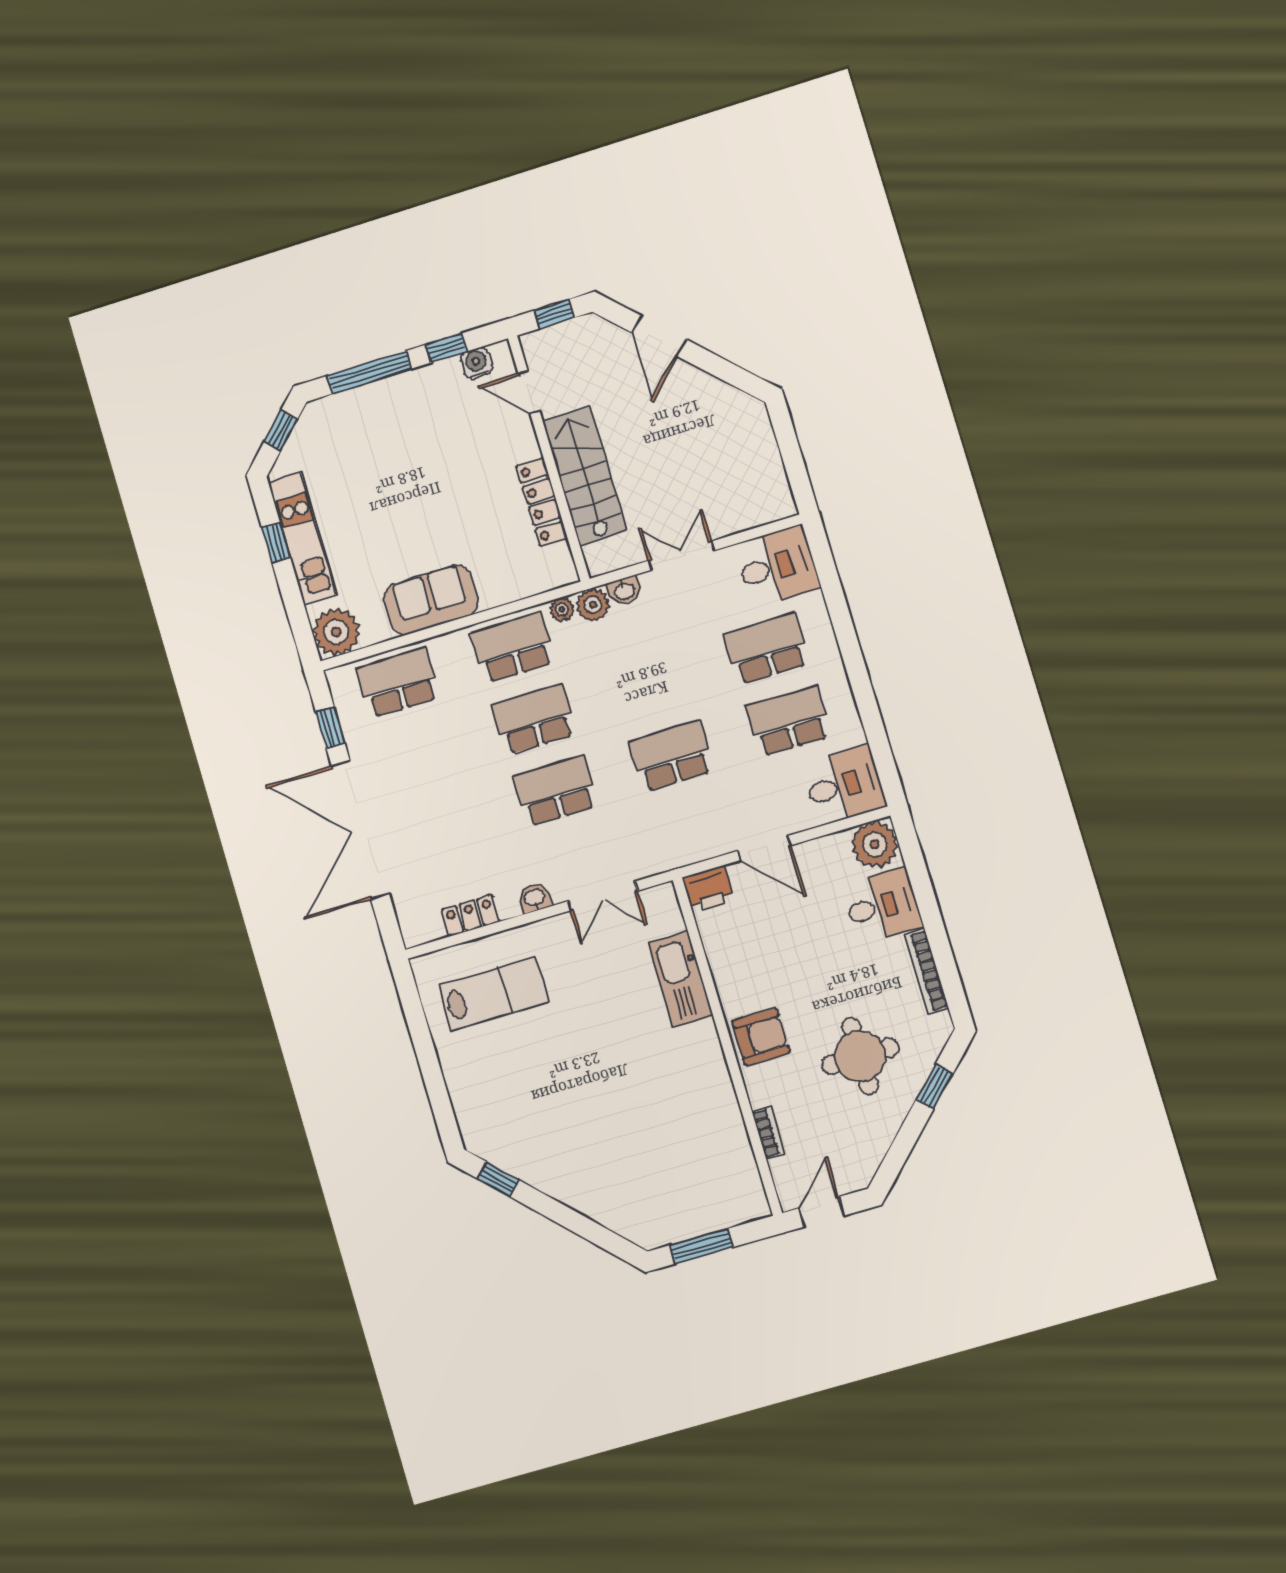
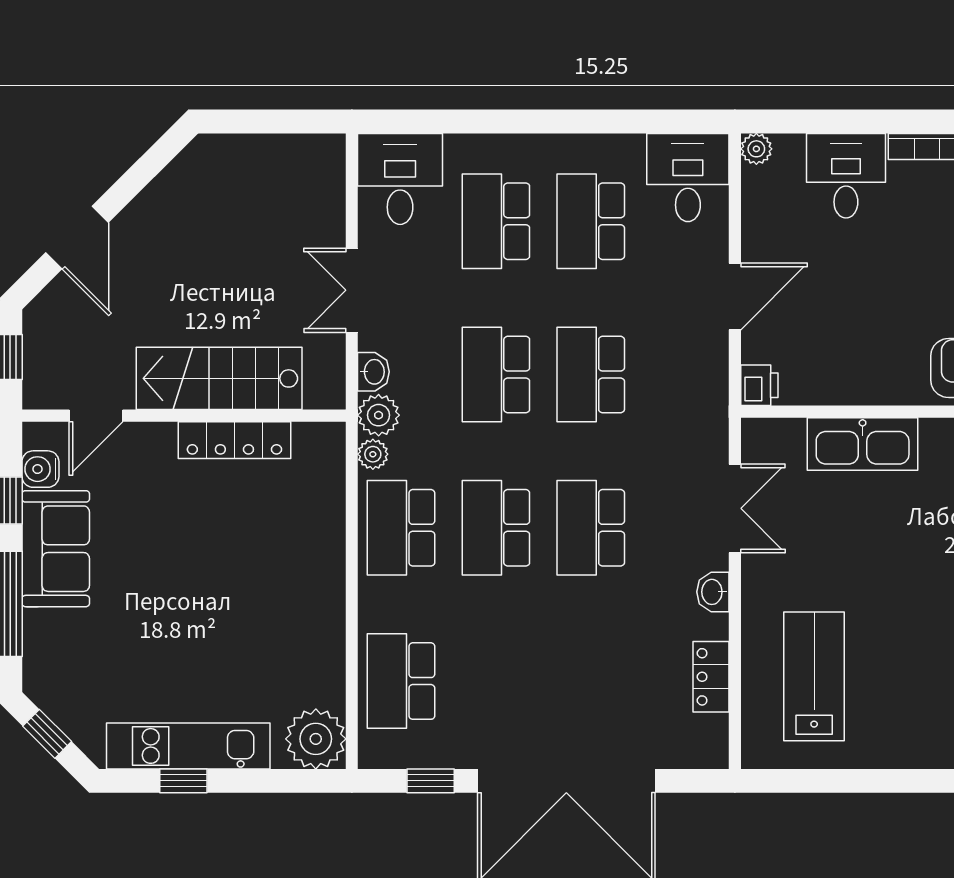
door: (659, 336) -> (77, 237), hinge flipped
sofa: (431, 600) -> (56, 549), moved, turned 180
school desk: (650, 684) -> (496, 375), added
plant: (875, 844) -> (756, 149), width x0.53, depth x0.53
printer: (708, 889) -> (759, 385), width x0.73, depth x0.81

